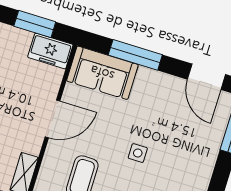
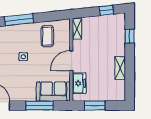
freezer: (50, 51) -> (79, 83), moved, turned 90

